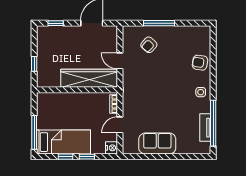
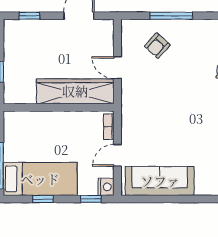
sofa: (157, 144) -> (160, 181), width x1.36
window: (87, 157) -> (91, 199), moved

